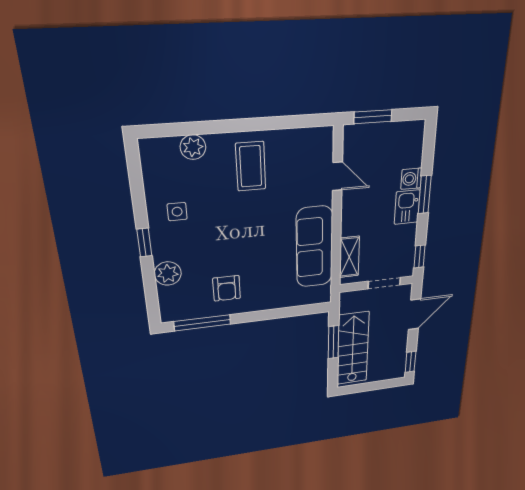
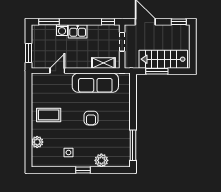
window: (425, 195) -> (49, 22), moved
armchair: (227, 288) -> (91, 118), moved, turned 90

